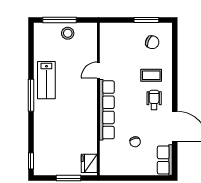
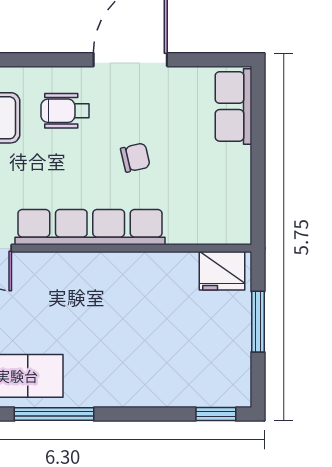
chair: (135, 142) -> (135, 158), moved
row of seats: (165, 160) -> (233, 106), moved, turned 90

